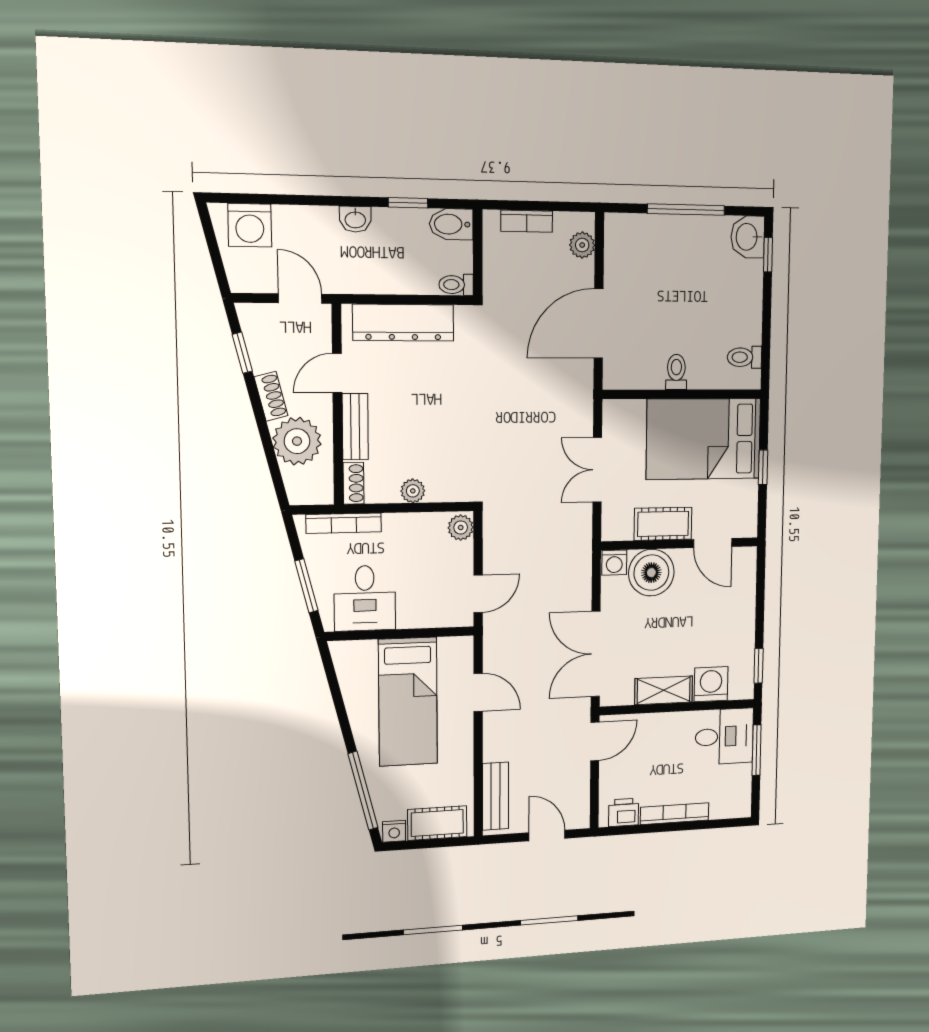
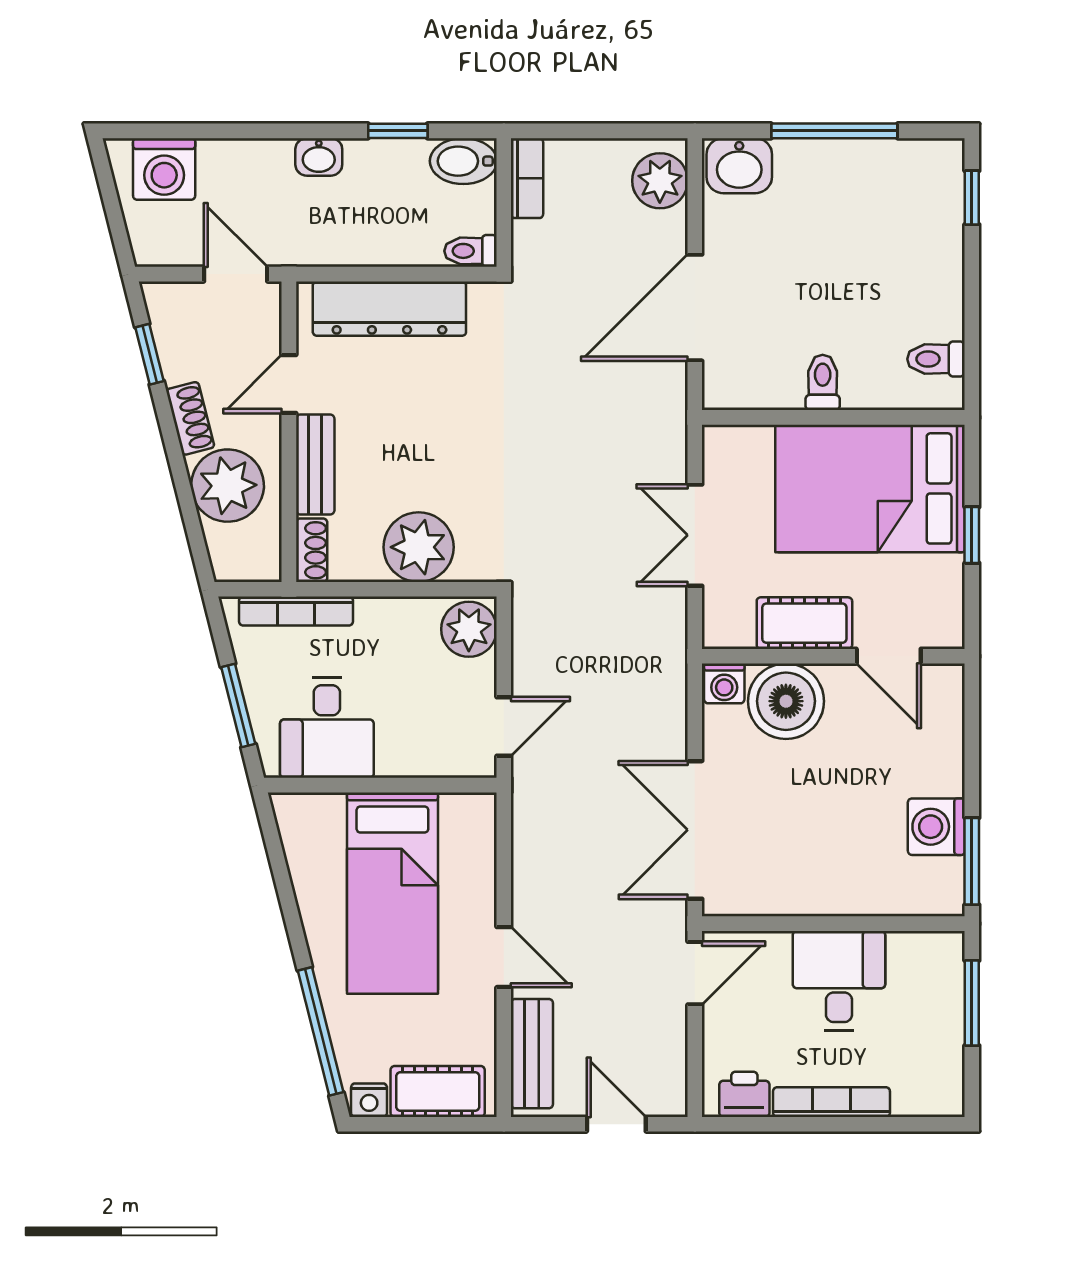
bookcase: (527, 221) -> (527, 178), moved, turned -90
washbasin: (748, 237) -> (739, 166), moved, turned -90
plant: (582, 245) -> (660, 181), width x1.38, depth x1.38
plant: (413, 491) -> (419, 547), width x1.87, depth x1.87
plant: (461, 528) -> (469, 629), width x1.38, depth x1.38
window: (759, 666) -> (972, 861), width x1.50
washing machine: (711, 684) -> (936, 827), moved, turned -90
shelving: (664, 690) -> (809, 895), removed
door: (478, 692) -> (504, 957), moved
desk: (724, 736) -> (839, 980), moved, turned -90

